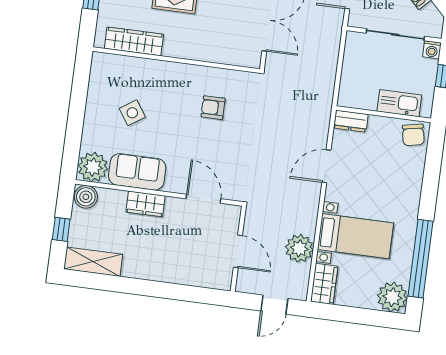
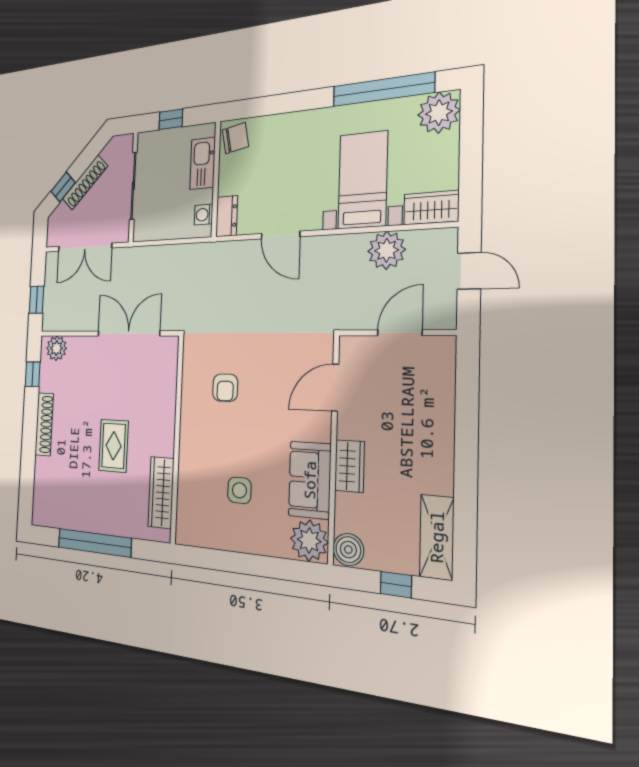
washing machine: (432, 50) -> (204, 215), moved, turned 180
side table: (132, 113) -> (239, 490), turned 34

